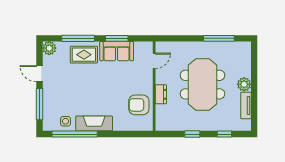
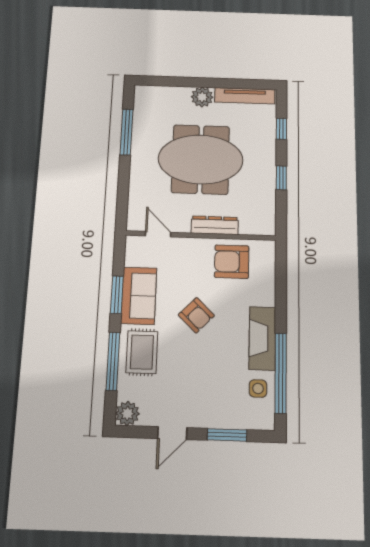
armchair: (106, 85) -> (196, 315), added
dresser: (161, 94) -> (215, 225), width x1.44
window: (39, 104) -> (227, 435), width x0.69
armchair: (139, 105) -> (232, 262), turned 90
tv unit: (246, 106) -> (245, 96), width x1.41

